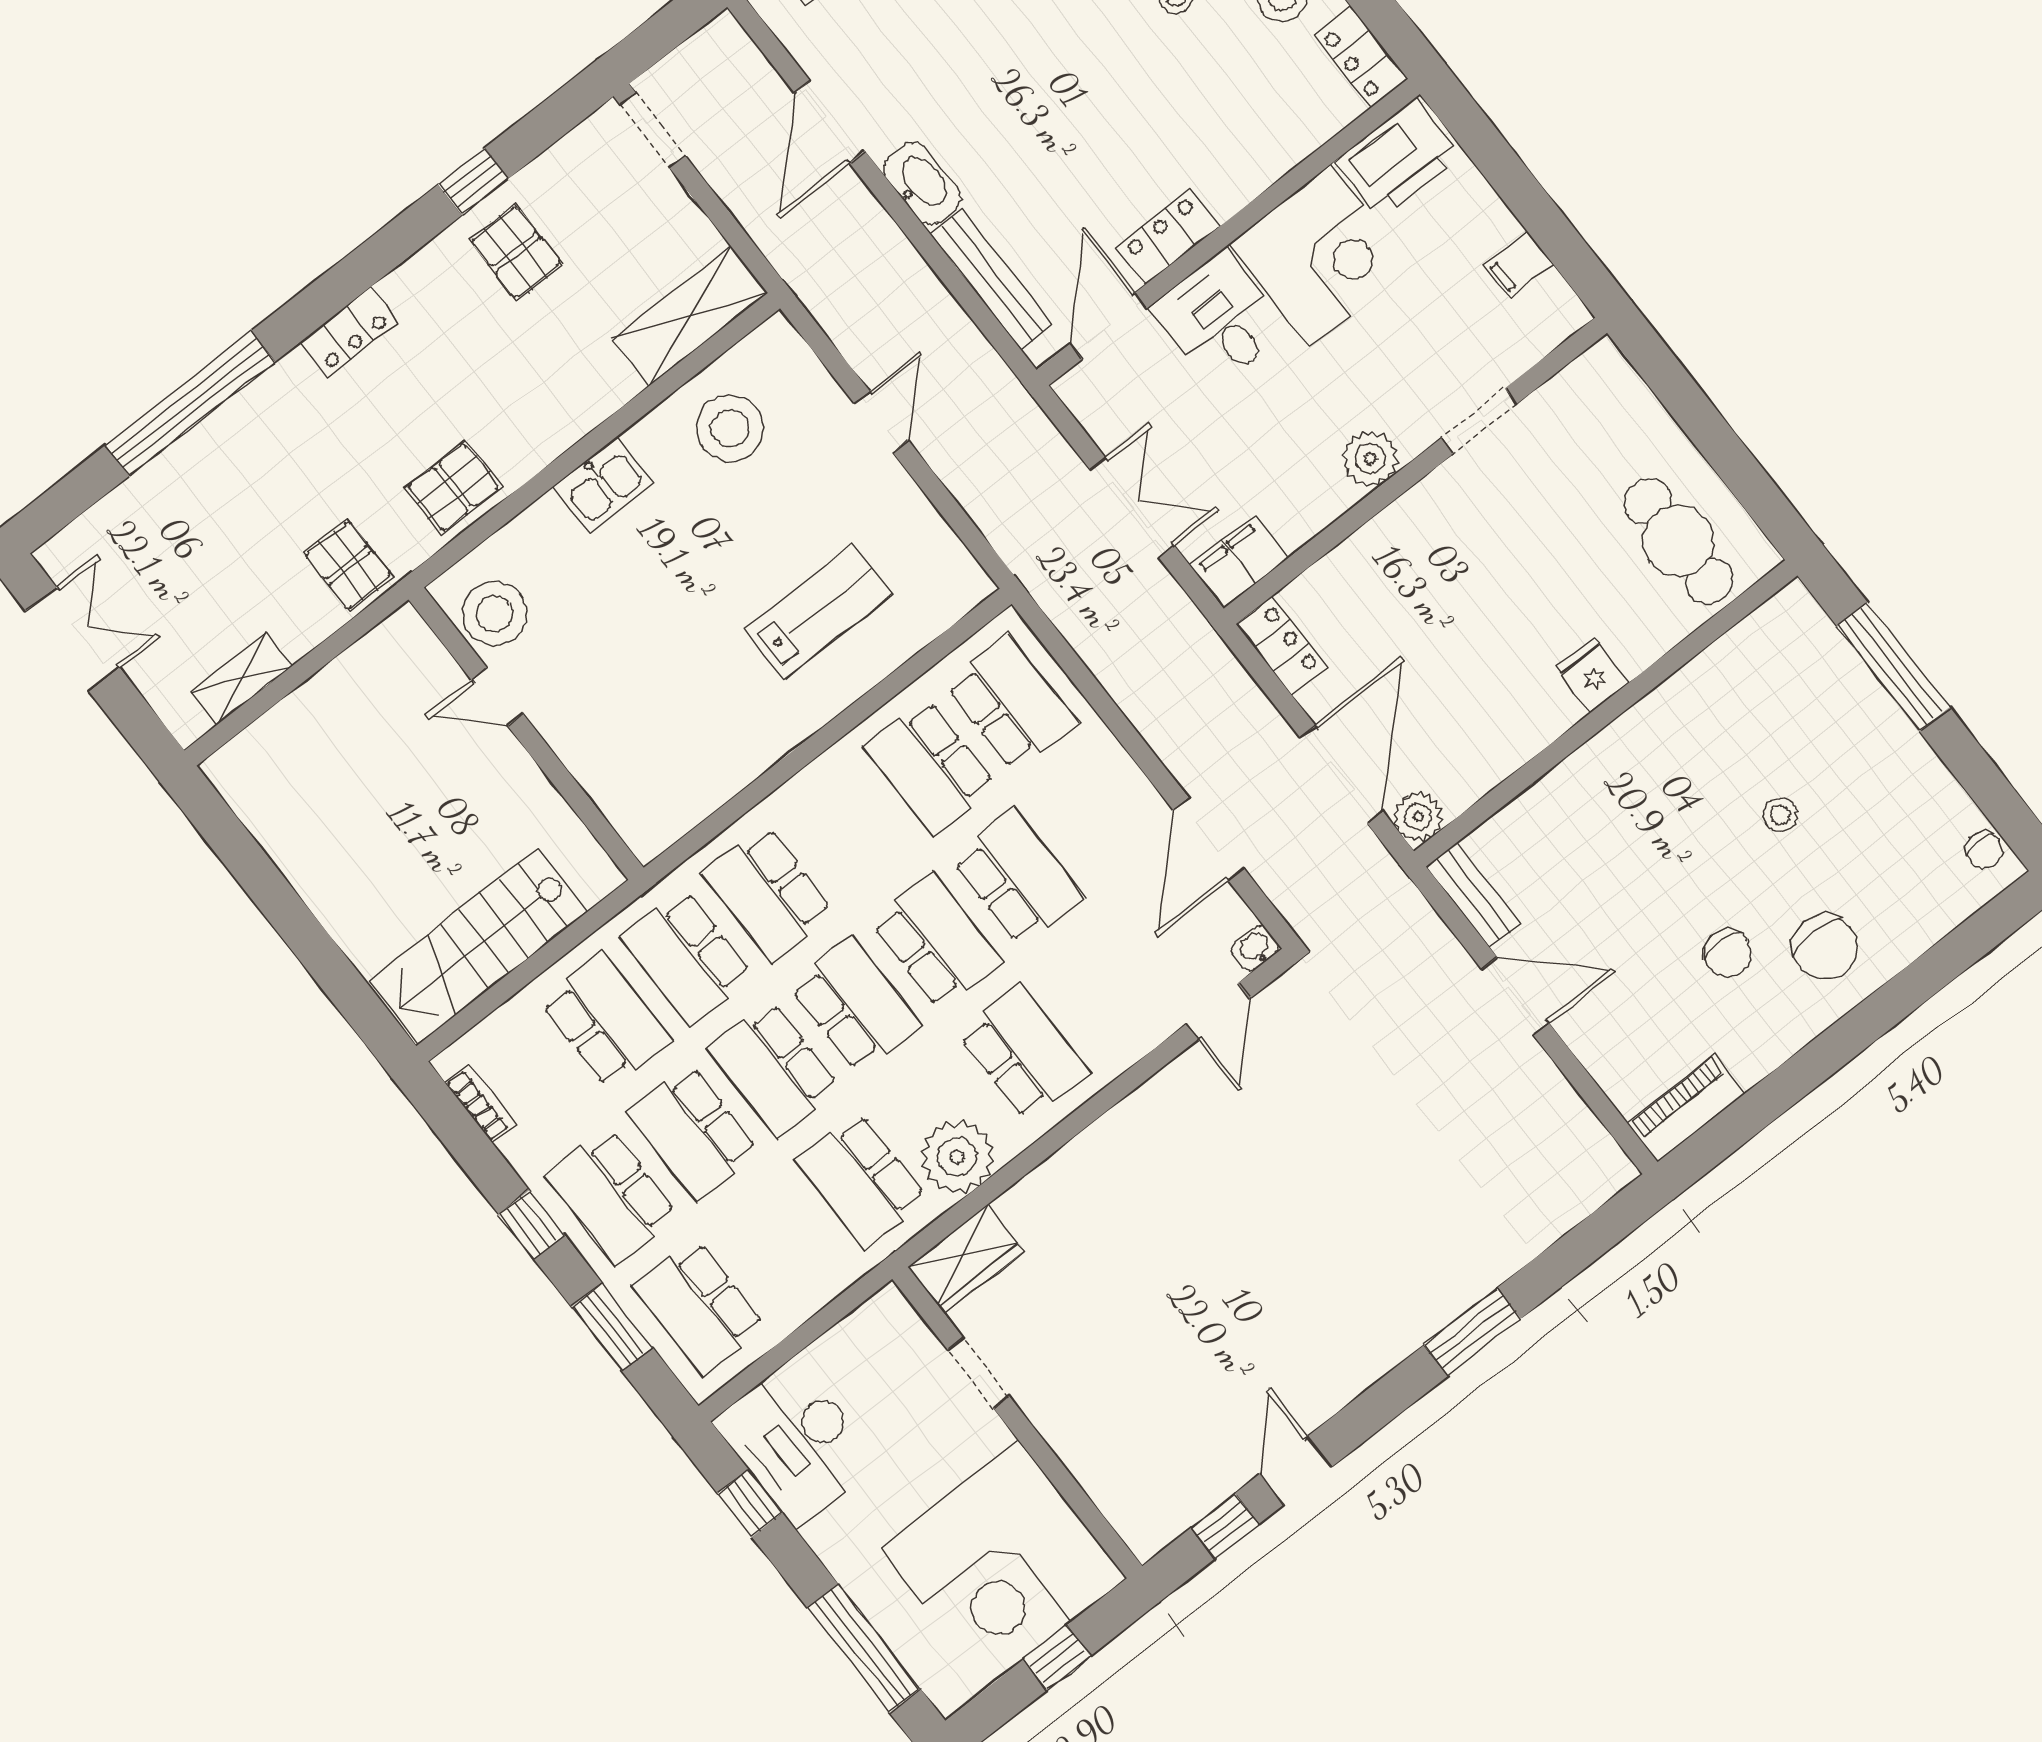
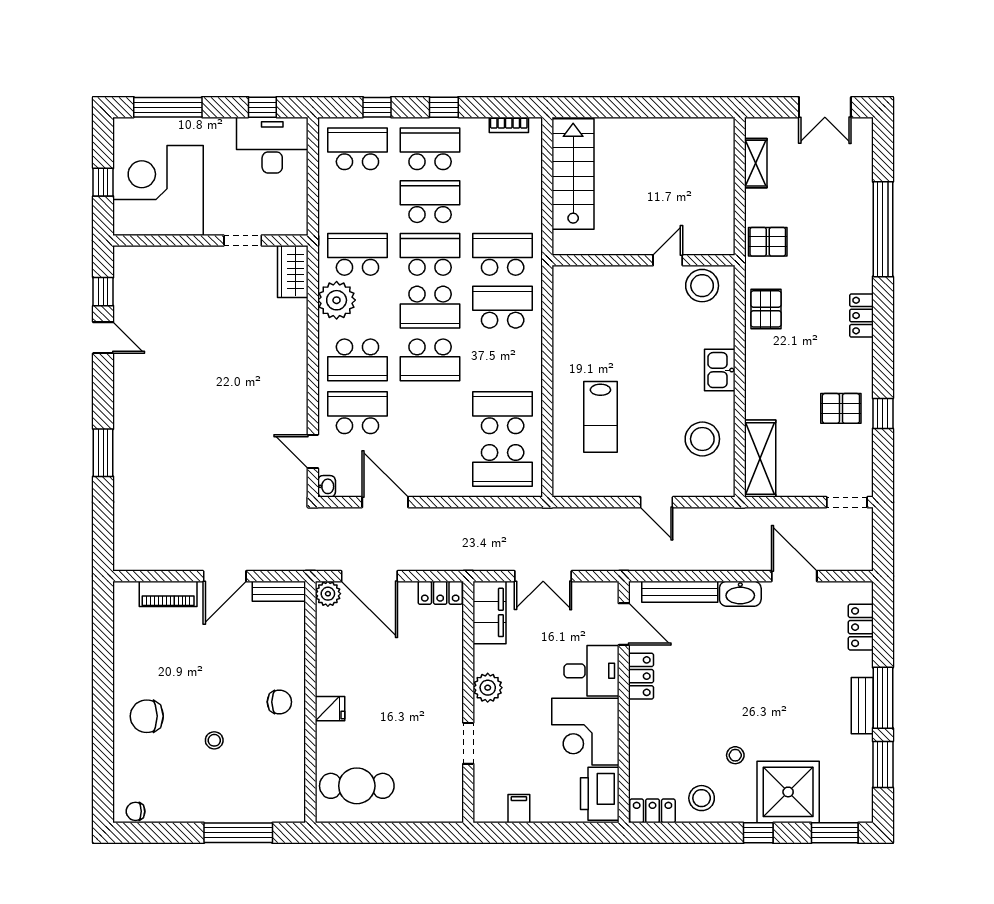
filing cabinet: (1239, 562) -> (490, 612), width x1.50, depth x1.17
school desk: (1017, 878) -> (357, 413), moved, turned 180
chair: (1728, 953) -> (279, 702), moved, turned 180
school desk: (606, 1021) -> (503, 202), removed
piano: (1686, 1108) -> (168, 594), moved, turned 90
window: (612, 1327) -> (377, 107), width x0.67

